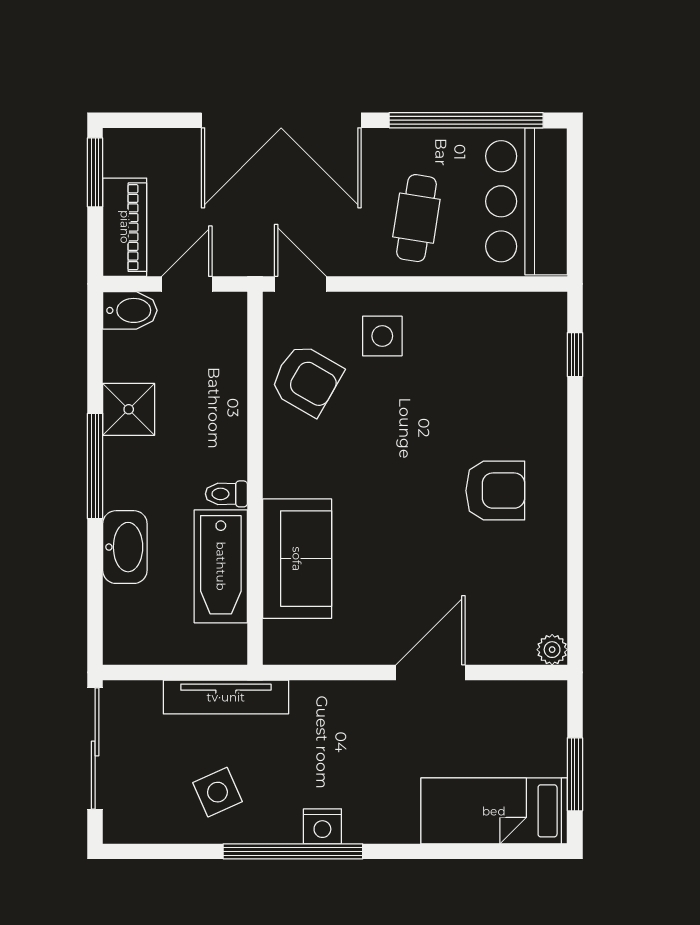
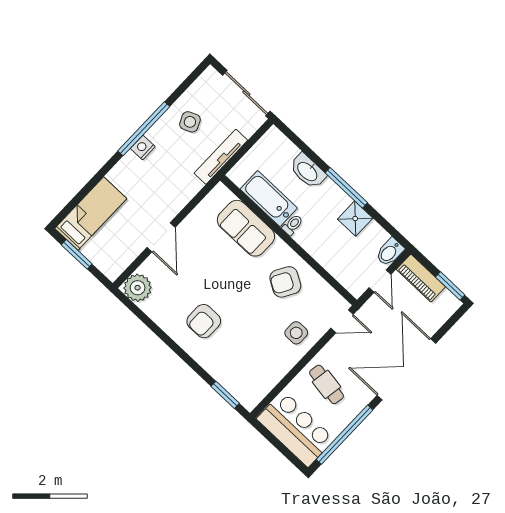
window: (575, 355) -> (225, 395), width x1.50
armchair: (306, 380) -> (285, 282), moved
plant: (552, 650) -> (138, 288), width x1.88, depth x1.88

